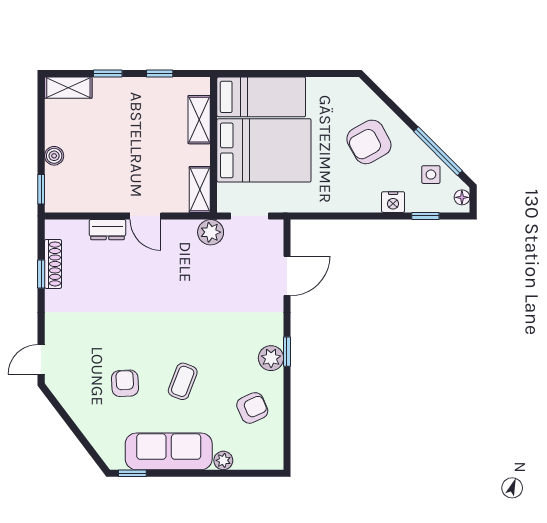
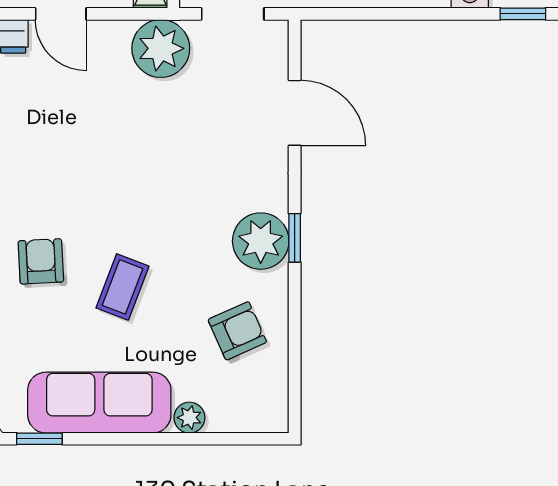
plant: (211, 232) -> (161, 48), width x1.36, depth x1.36
door: (287, 276) -> (295, 113), hinge flipped
plant: (271, 358) -> (261, 241), width x1.36, depth x1.36
armchair: (125, 383) -> (41, 261), moved

